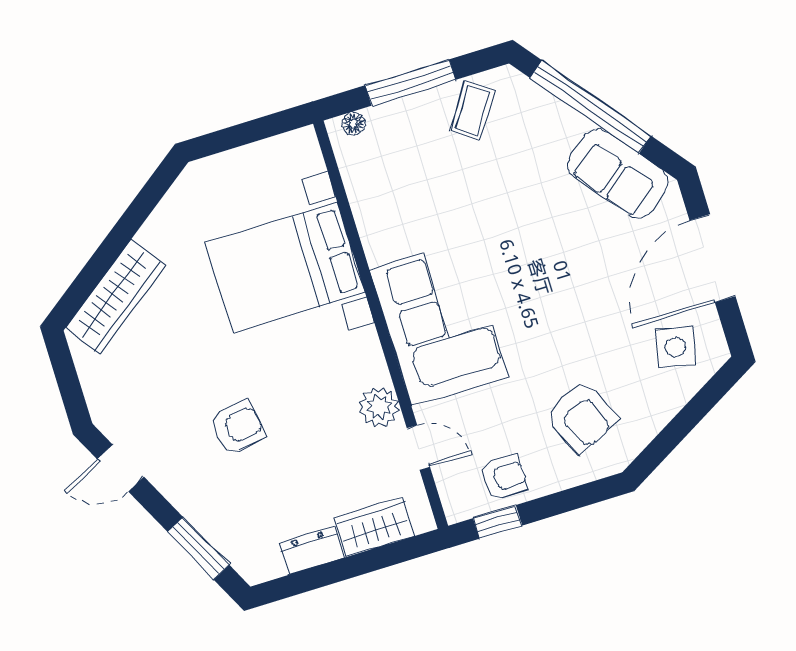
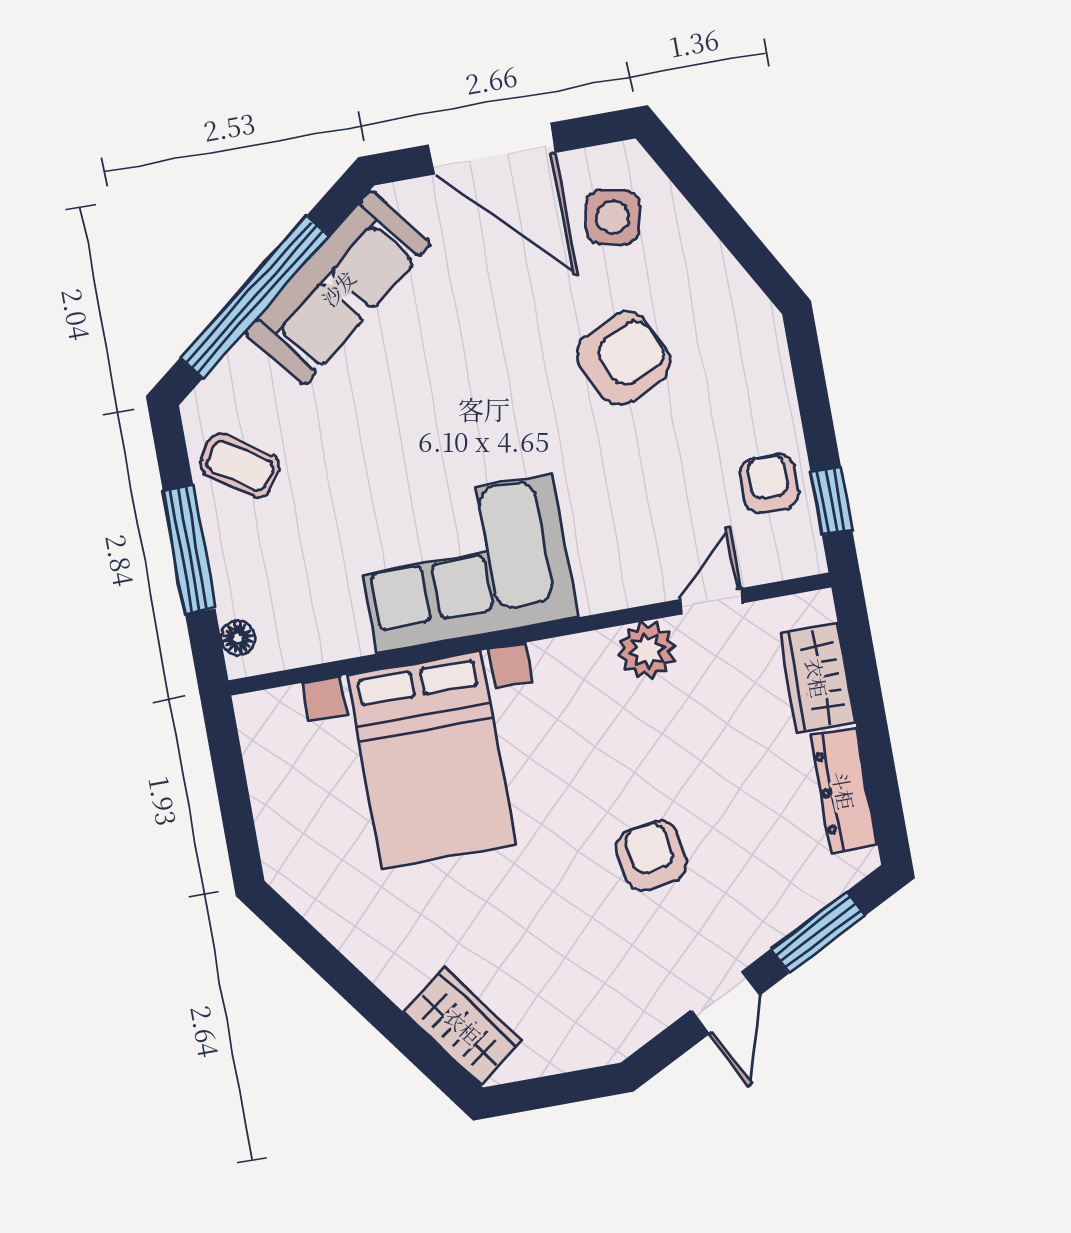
sofa: (618, 173) -> (338, 288), width x1.36
wardrobe: (115, 296) -> (463, 1026), width x0.67
corner sofa: (439, 323) -> (465, 563), moved
armchair: (582, 417) -> (623, 358), moved
door: (120, 468) -> (726, 1002), moved
dresser: (311, 551) -> (844, 790), width x1.44

